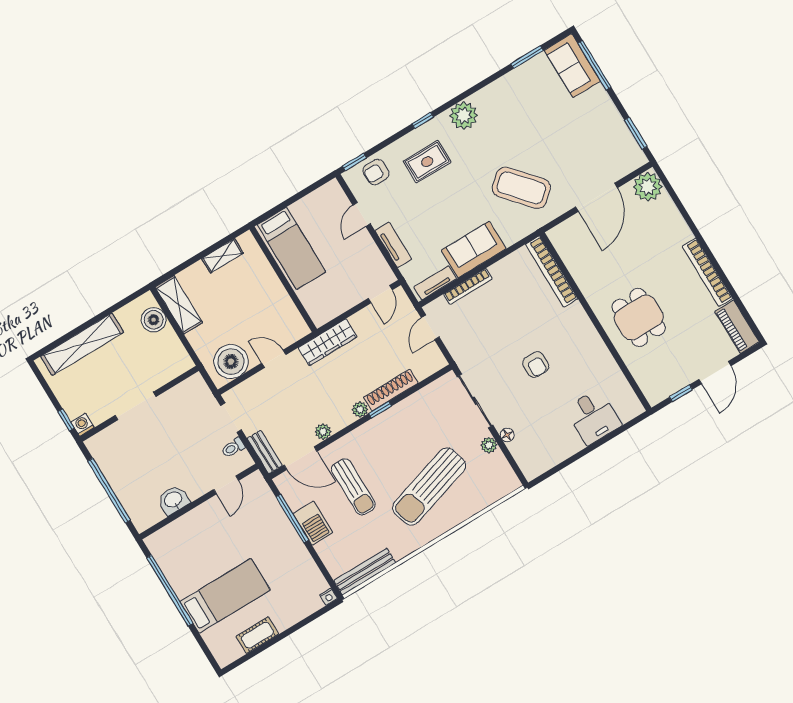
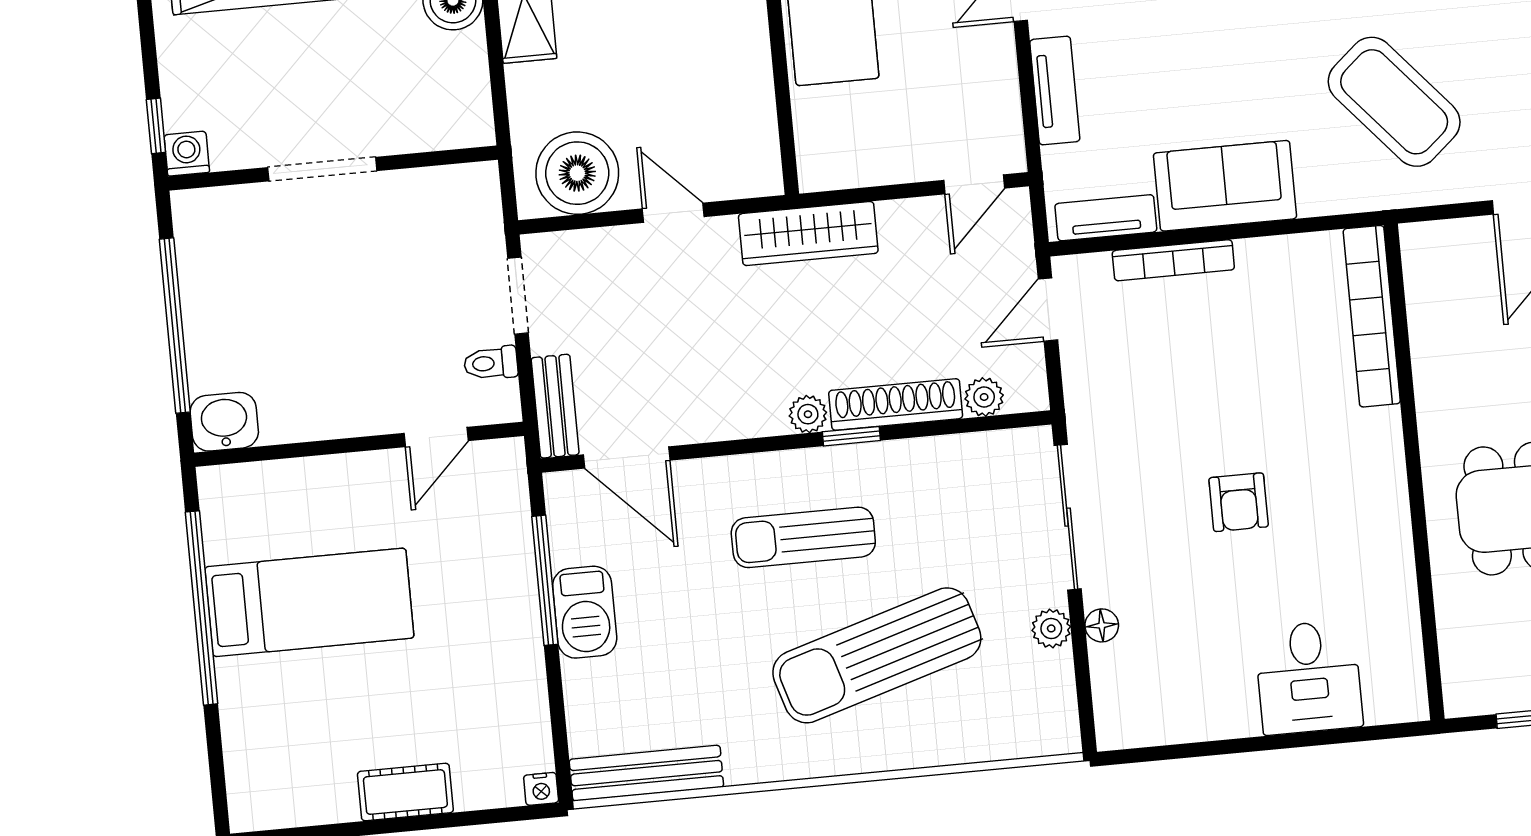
plant: (323, 432) -> (984, 397), moved
sun lounger: (353, 487) -> (803, 537), moved, turned 90
washbasin: (173, 500) -> (224, 422), moved
bed: (225, 596) -> (309, 602), moved
cot: (257, 635) -> (405, 792), moved

